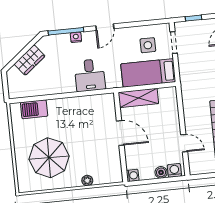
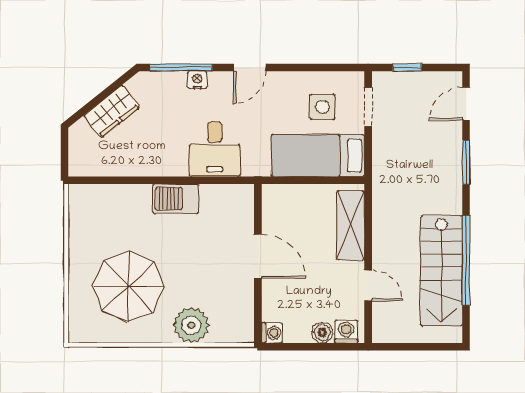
shelving: (138, 98) -> (351, 225), moved, turned 90
barbecue: (34, 109) -> (176, 199), moved
plant: (87, 181) -> (191, 325), width x1.88, depth x1.88

